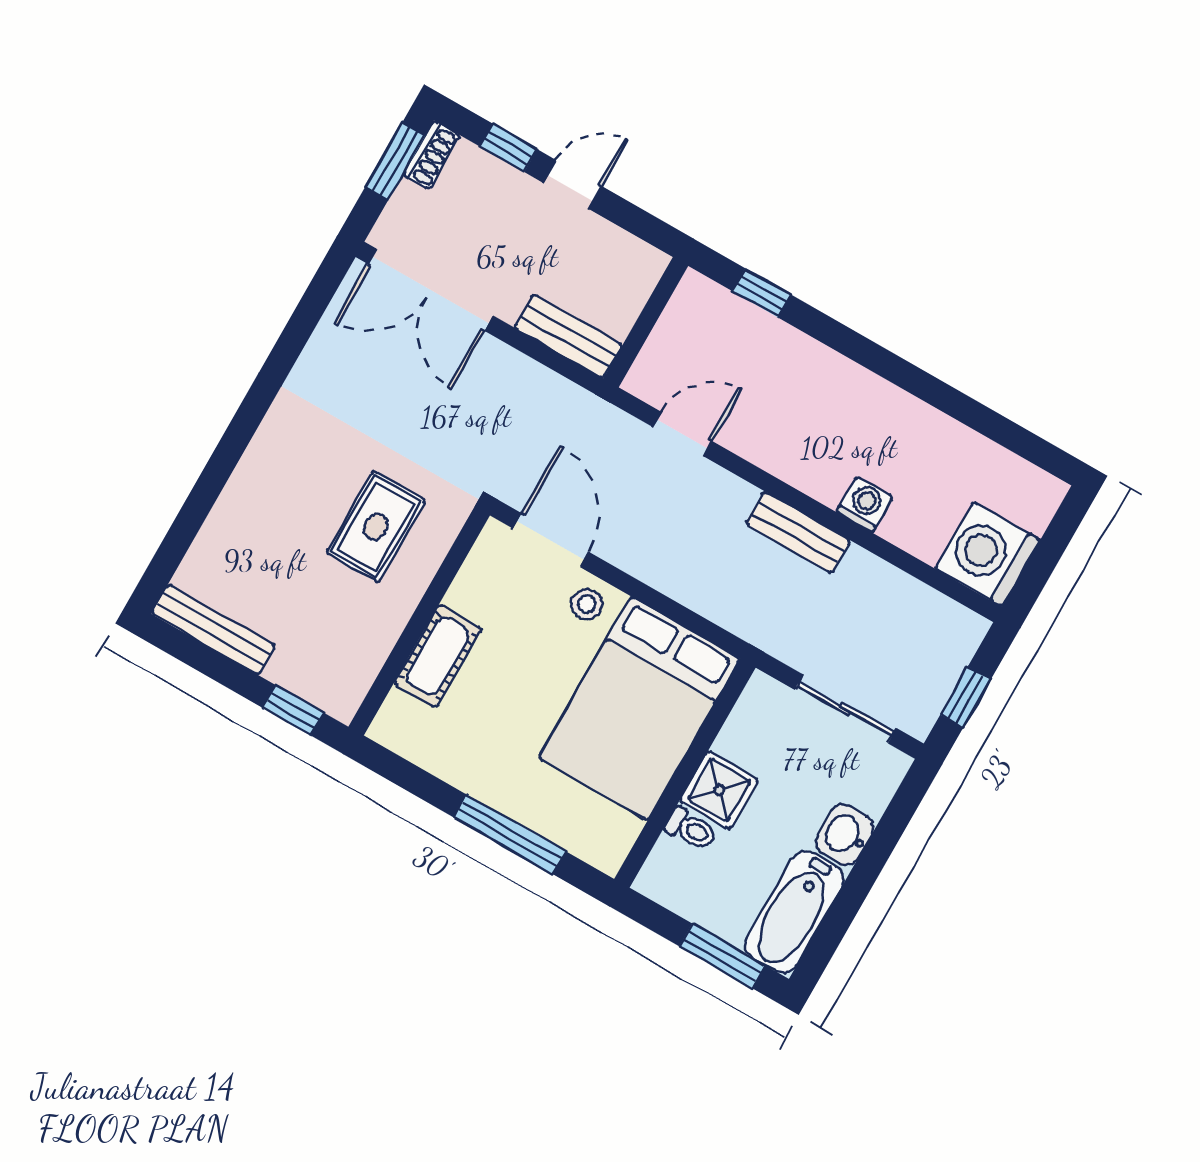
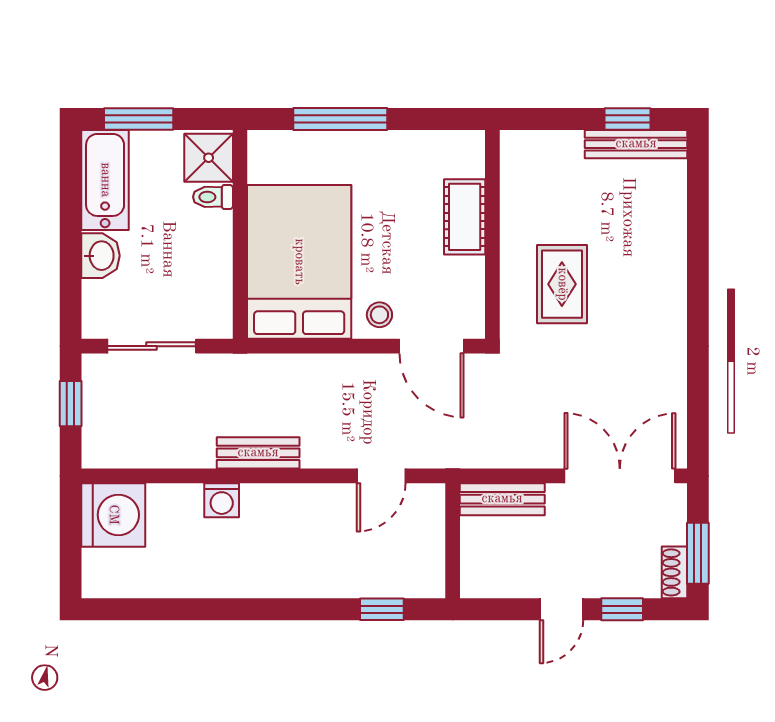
window: (293, 710) -> (627, 119), moved
shower: (719, 790) -> (209, 158), moved

